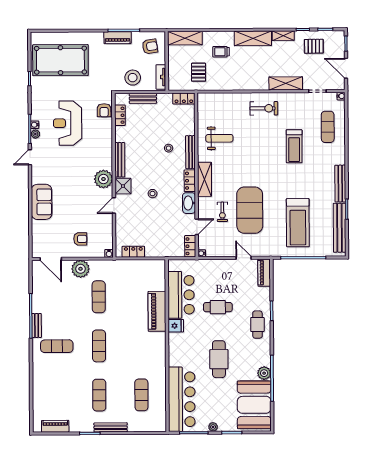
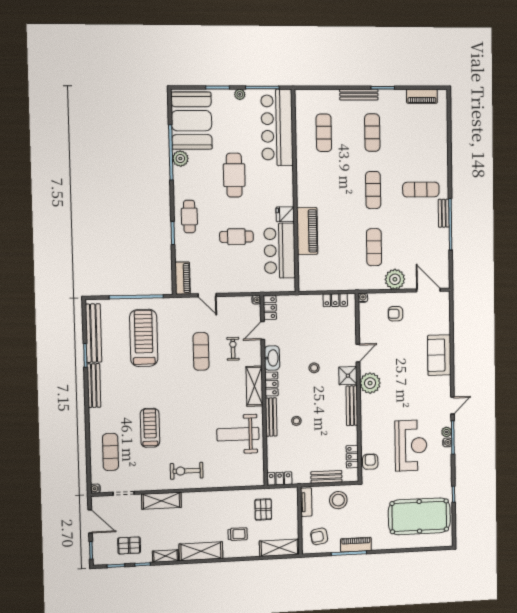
weight bench: (219, 138) -> (238, 434), width x1.36, depth x1.33
exercise mat: (250, 210) -> (201, 351), width x0.50, depth x0.69

